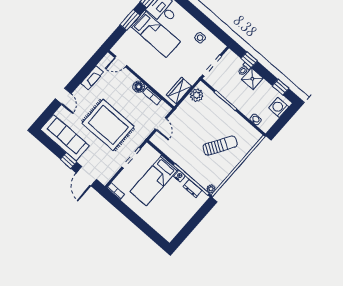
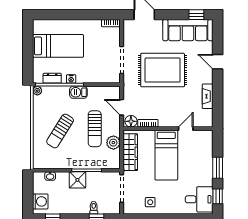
bed: (155, 34) -> (166, 155), moved, turned -90
door: (121, 62) -> (186, 129), moved
shower: (252, 79) -> (77, 180), moved
floor lamp: (139, 87) -> (131, 121), moved
wardrobe: (179, 91) -> (130, 152), width x1.50
plant: (197, 95) -> (113, 143), moved
sun lounger: (194, 125) -> (95, 129), added
window: (69, 161) -> (196, 15), moved
barbecue: (182, 162) -> (78, 92), added
bed: (154, 181) -> (58, 46), moved, turned 90

